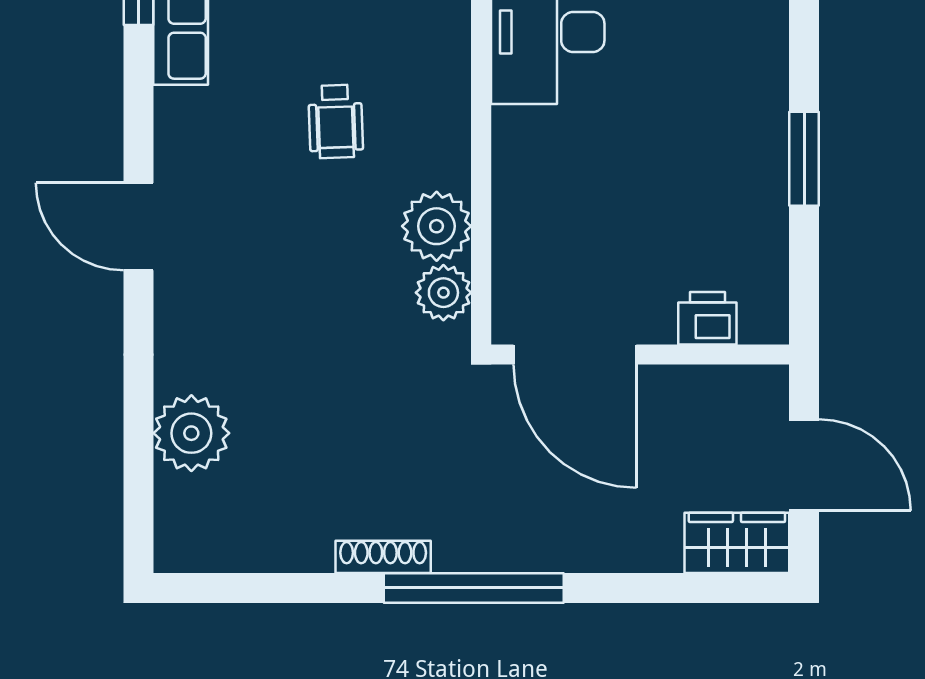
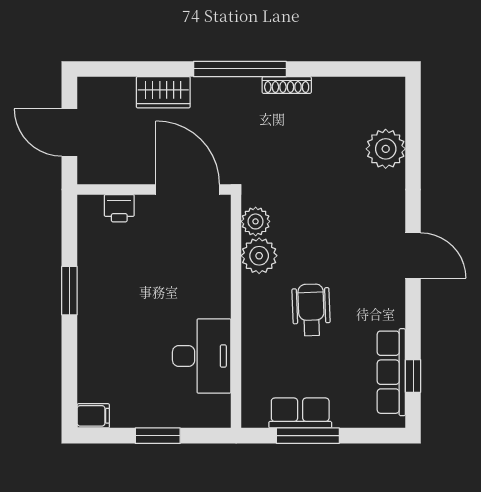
wheelchair: (336, 121) -> (311, 310), width x1.36, depth x1.37
wardrobe: (737, 543) -> (163, 92), moved

